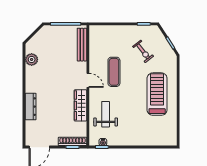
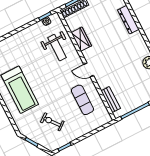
bench: (82, 45) -> (111, 100), width x0.73
exercise mat: (114, 72) -> (82, 100), moved
wardrobe: (80, 105) -> (81, 39), width x0.67

